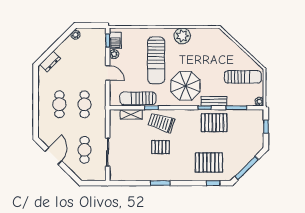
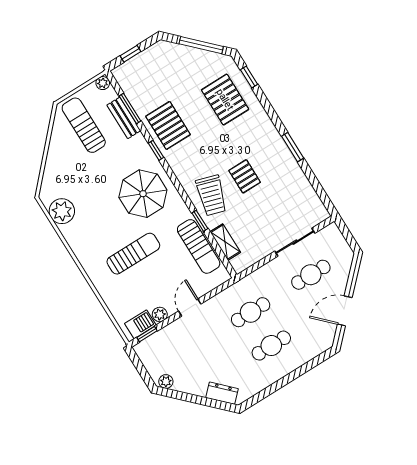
plant: (182, 36) -> (62, 211), moved
sun lounger: (156, 60) -> (133, 254), width x0.73, depth x0.75
bench: (214, 101) -> (124, 118), moved

